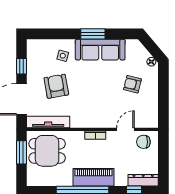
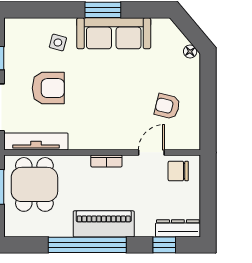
armchair: (132, 84) -> (167, 106), moved
armchair: (56, 86) -> (48, 88), turned 100
dining table: (47, 151) -> (34, 184), turned 90

